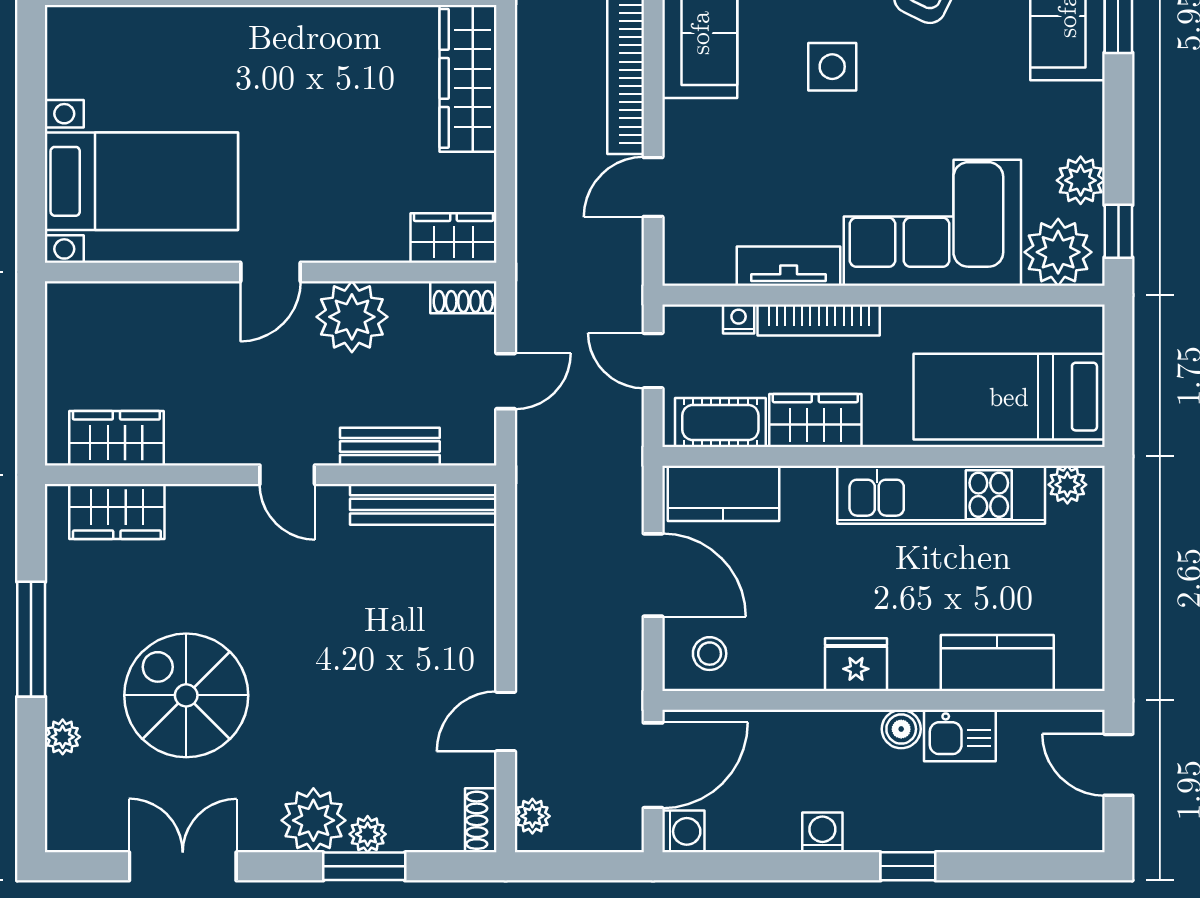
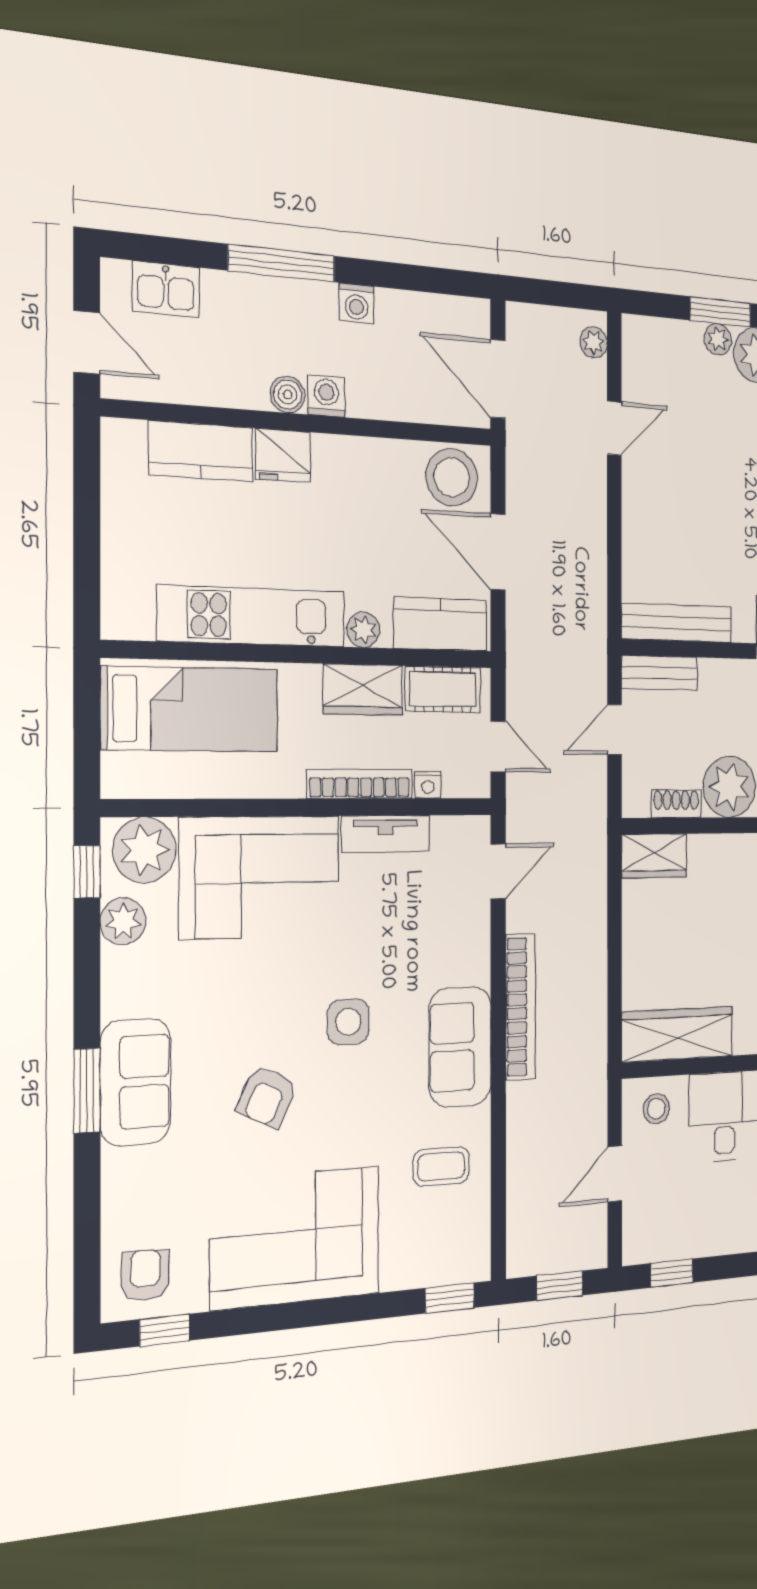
wardrobe: (468, 78) -> (677, 1034), moved, turned -90
door: (653, 187) -> (498, 871), moved
shoe rack: (463, 297) -> (676, 804), moved
bench: (390, 447) -> (659, 673), moved
plant: (1067, 485) -> (363, 630), moved
stool: (710, 654) -> (452, 477), width x1.89, depth x1.89
fridge: (856, 665) -> (283, 455), moved
kitchen sink: (960, 736) -> (166, 289), moved, turned 180
door: (653, 765) -> (498, 379), hinge flipped
shoe rack: (481, 820) -> (633, 343), removed
washing machine: (683, 831) -> (326, 396), moved, turned 90
window: (908, 866) -> (282, 263), width x2.17

